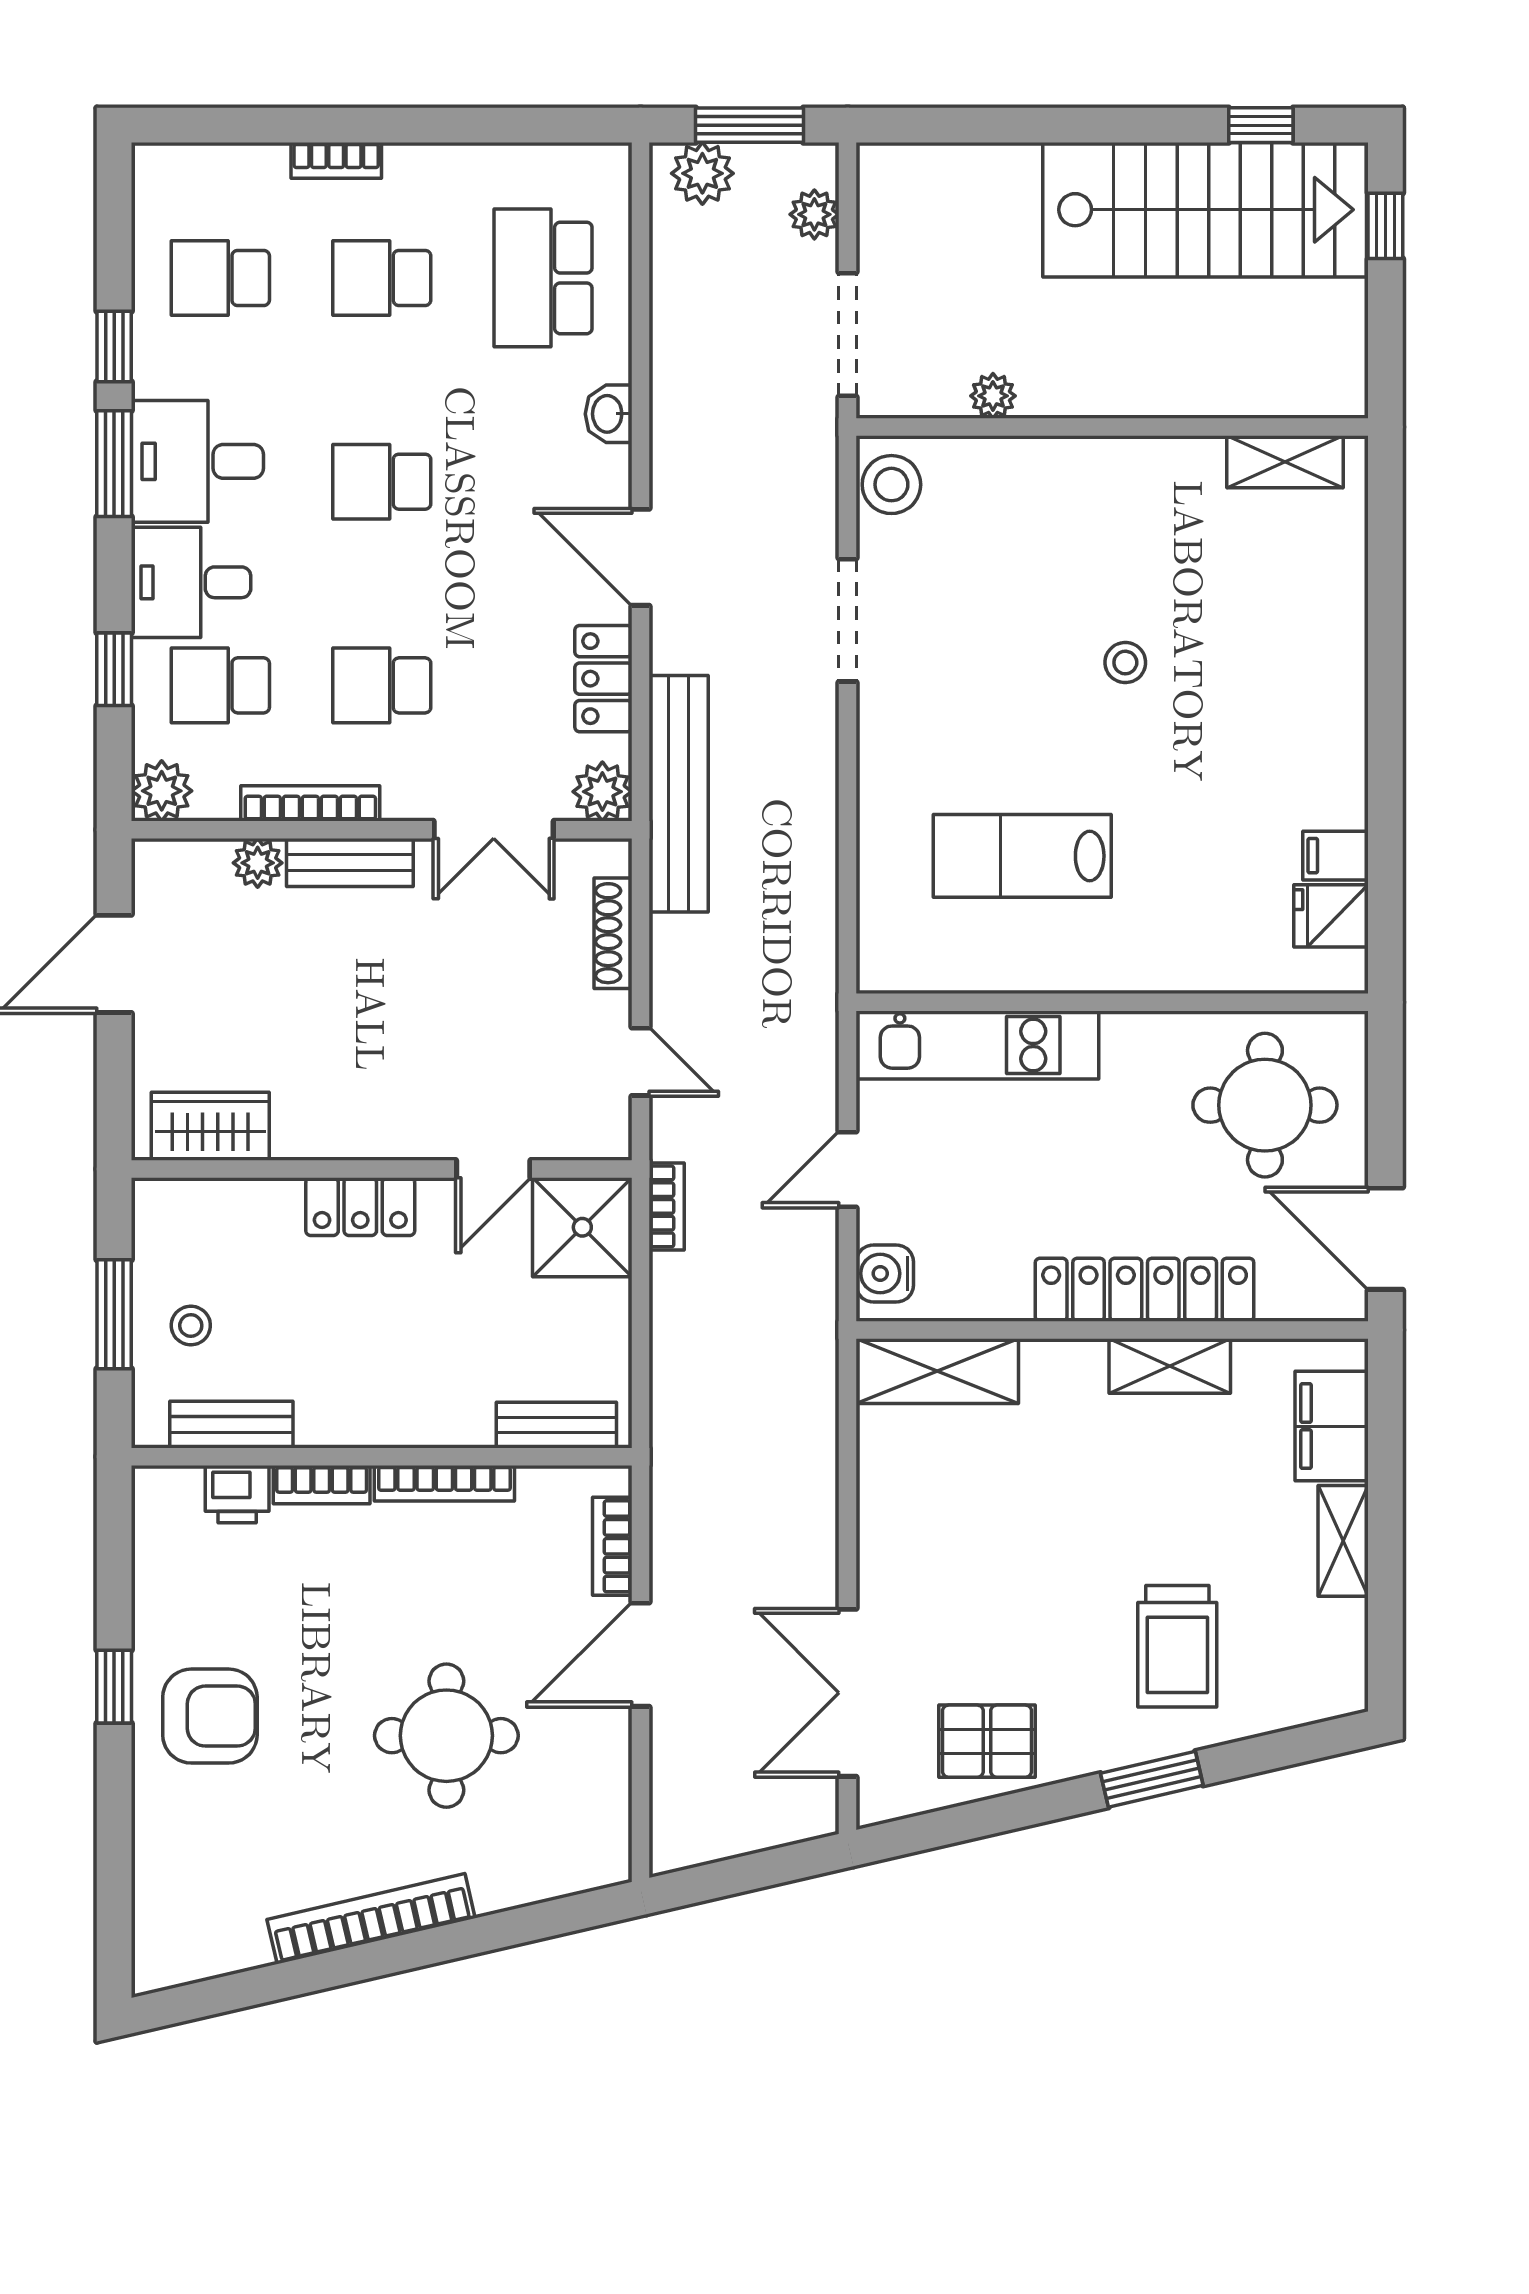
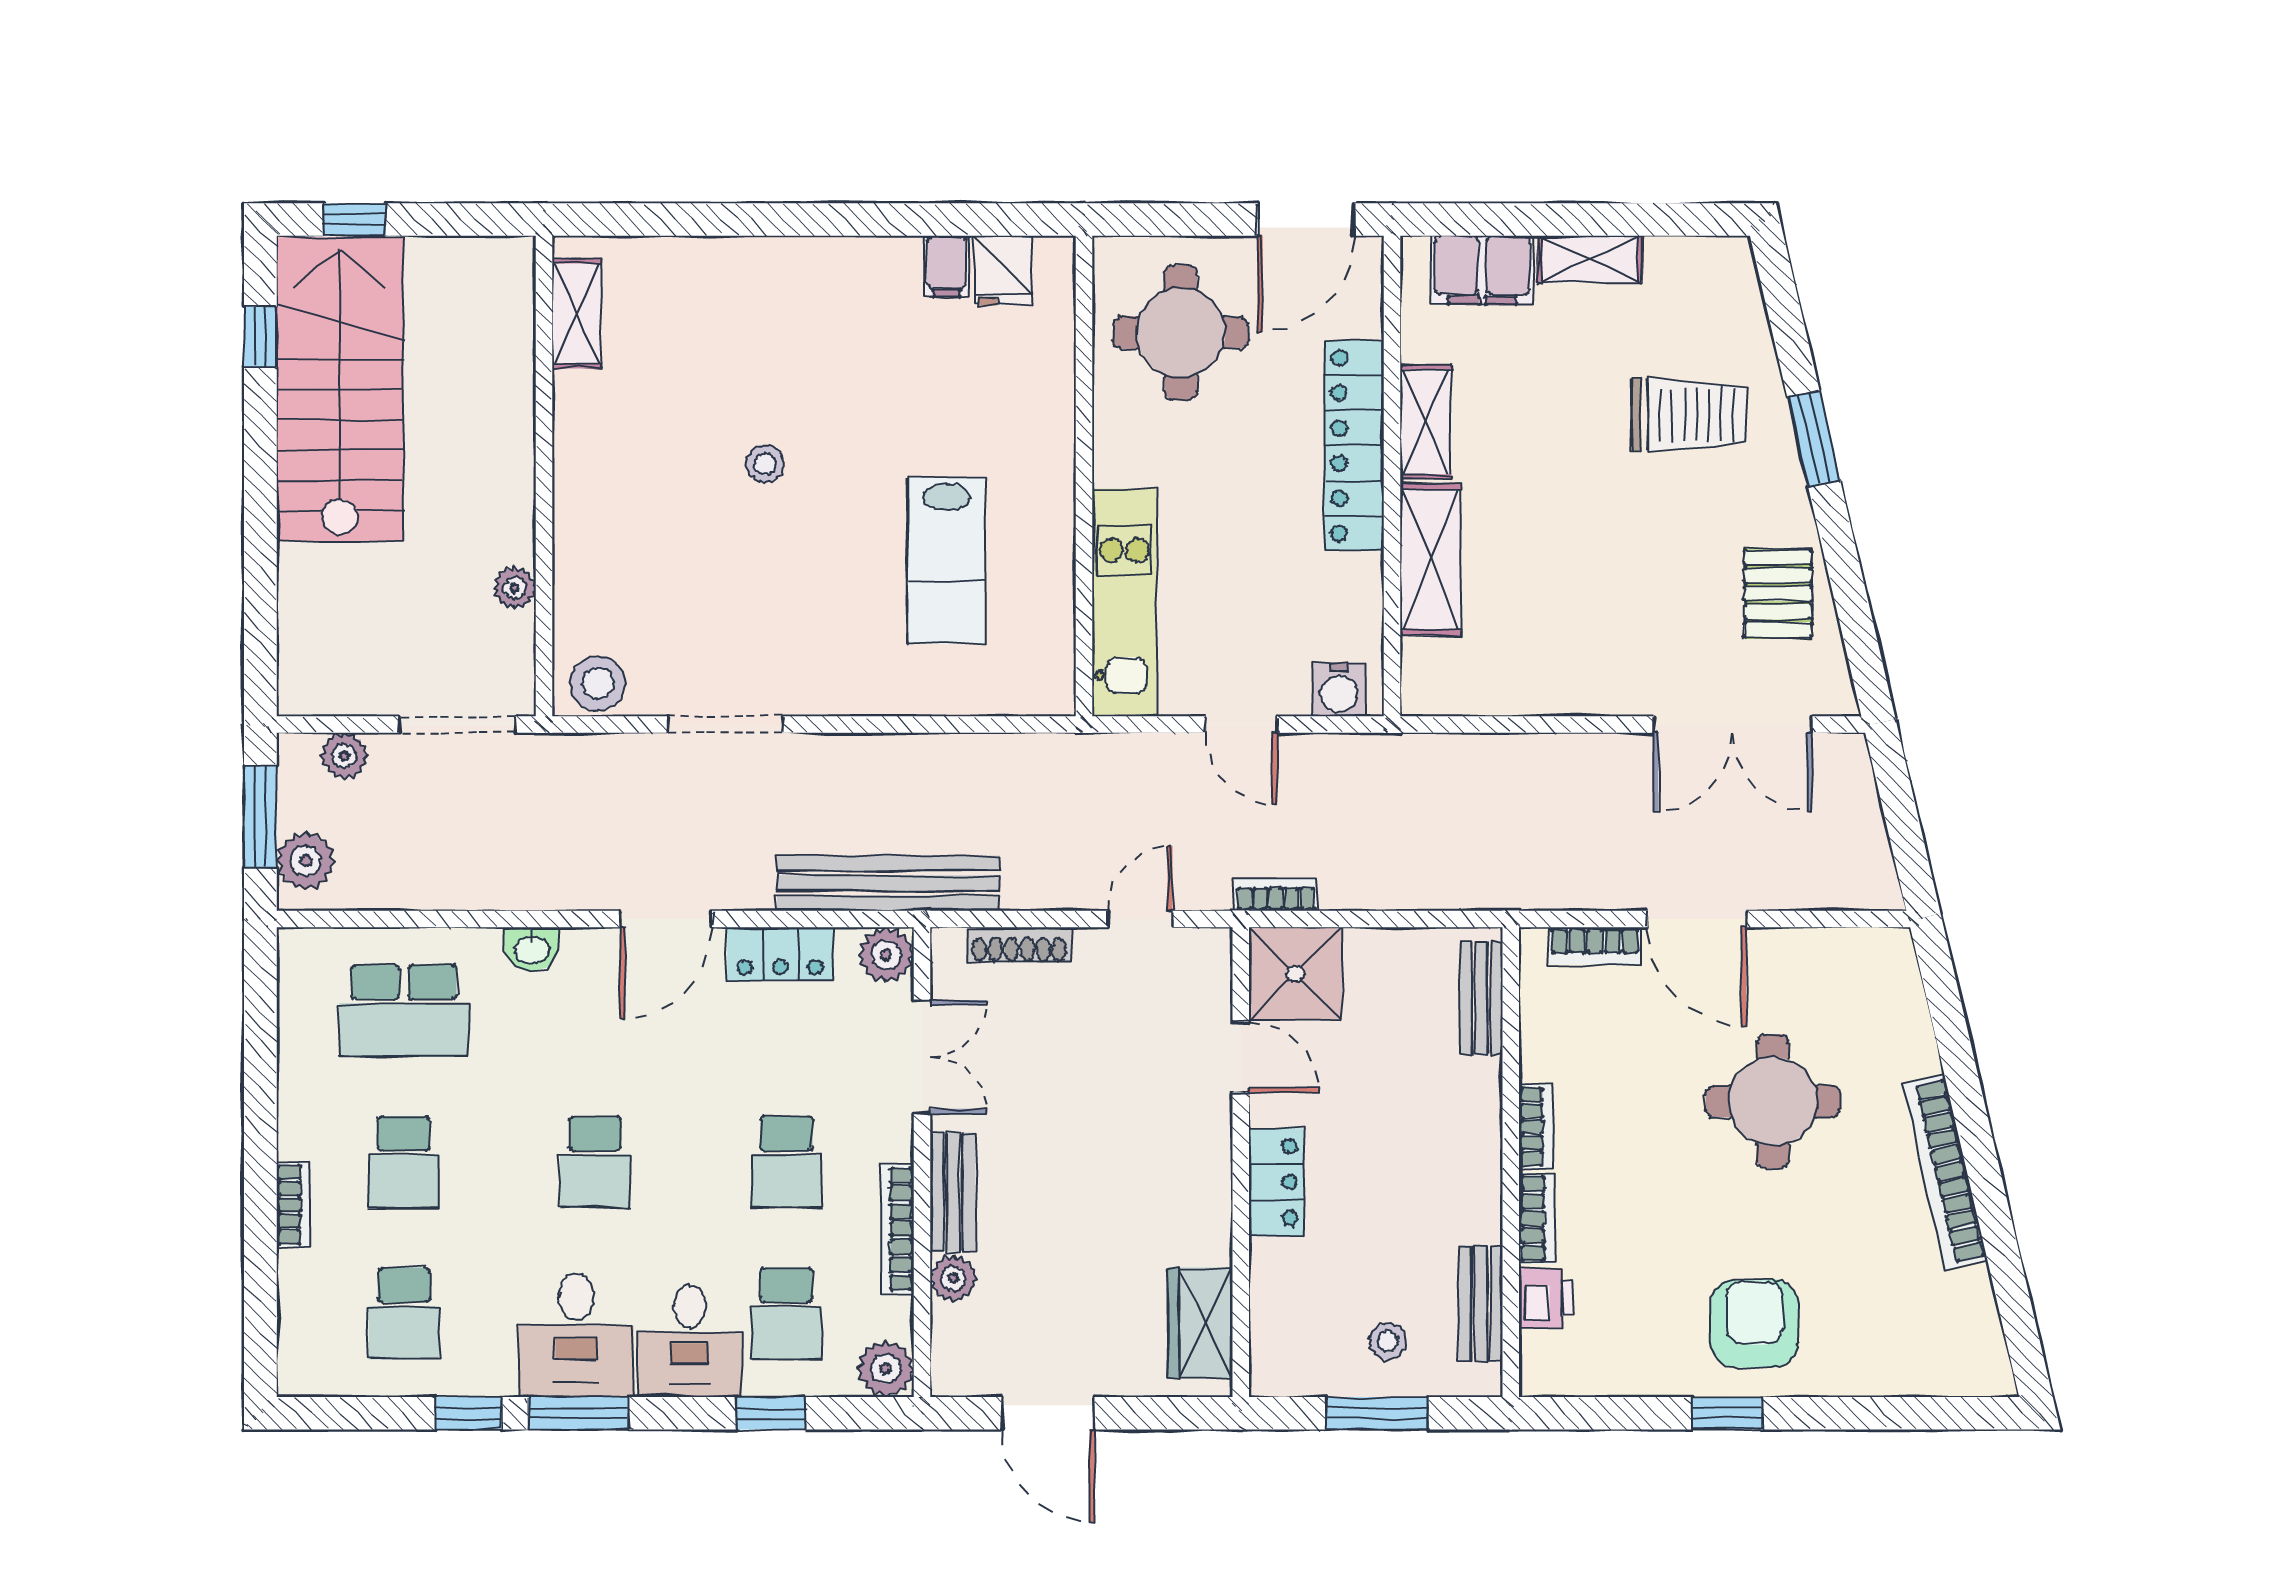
shelving: (937, 1371) -> (1431, 559), moved
bookcase: (444, 1483) -> (1536, 1127), width x0.64

